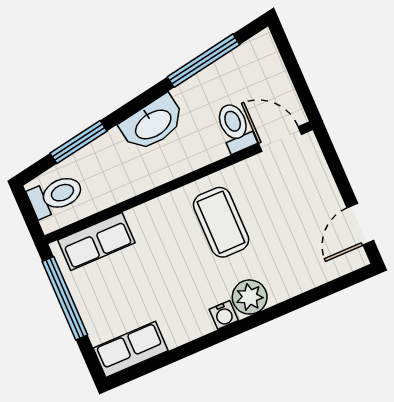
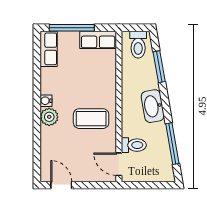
door: (280, 139) -> (119, 164), swing flipped
row of seats: (96, 241) -> (98, 40), moved, turned -90
window: (65, 298) -> (72, 28), moved

